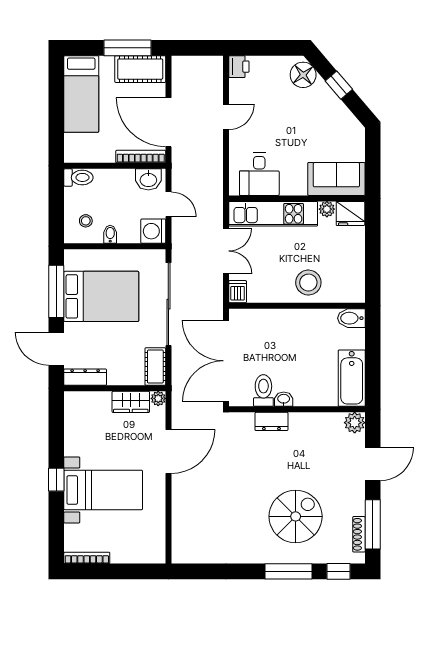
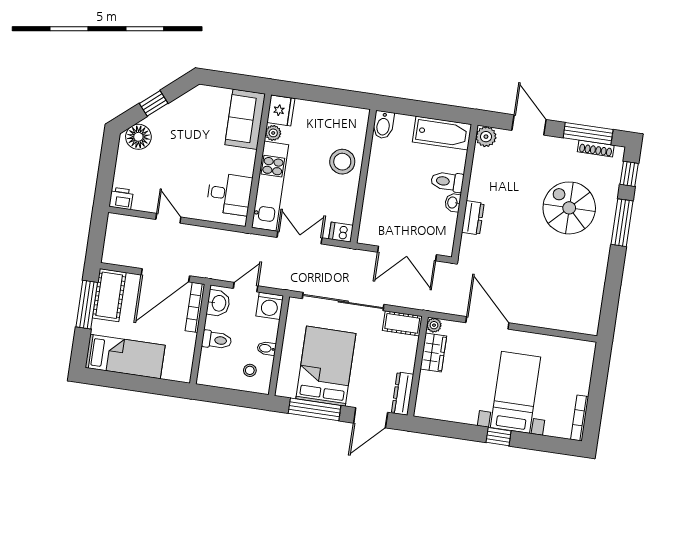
toilet: (78, 177) -> (217, 340), moved, turned 90
double door: (226, 361) -> (407, 253), width x0.73
toilet: (263, 391) -> (447, 182), moved

